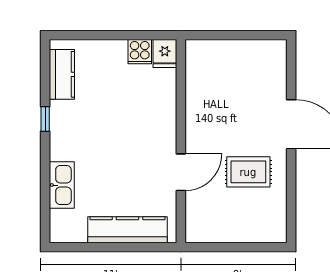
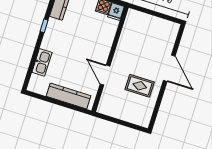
door: (181, 172) -> (105, 75), swing flipped

